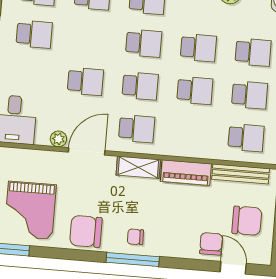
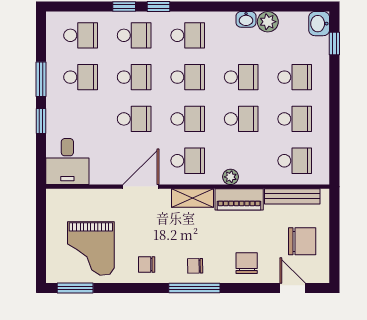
school desk: (89, 39) -> (134, 77), added
plant: (58, 139) -> (230, 177), moved
chair: (86, 231) -> (147, 264), width x0.54, depth x0.54
chair: (211, 244) -> (247, 263), moved

